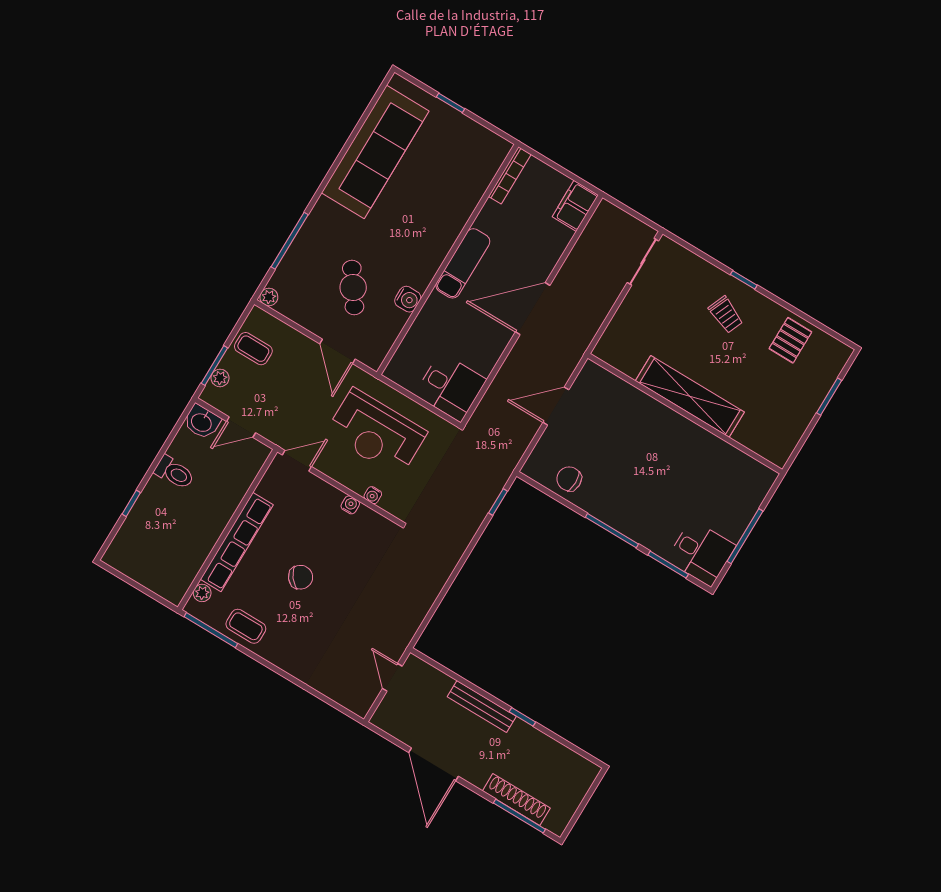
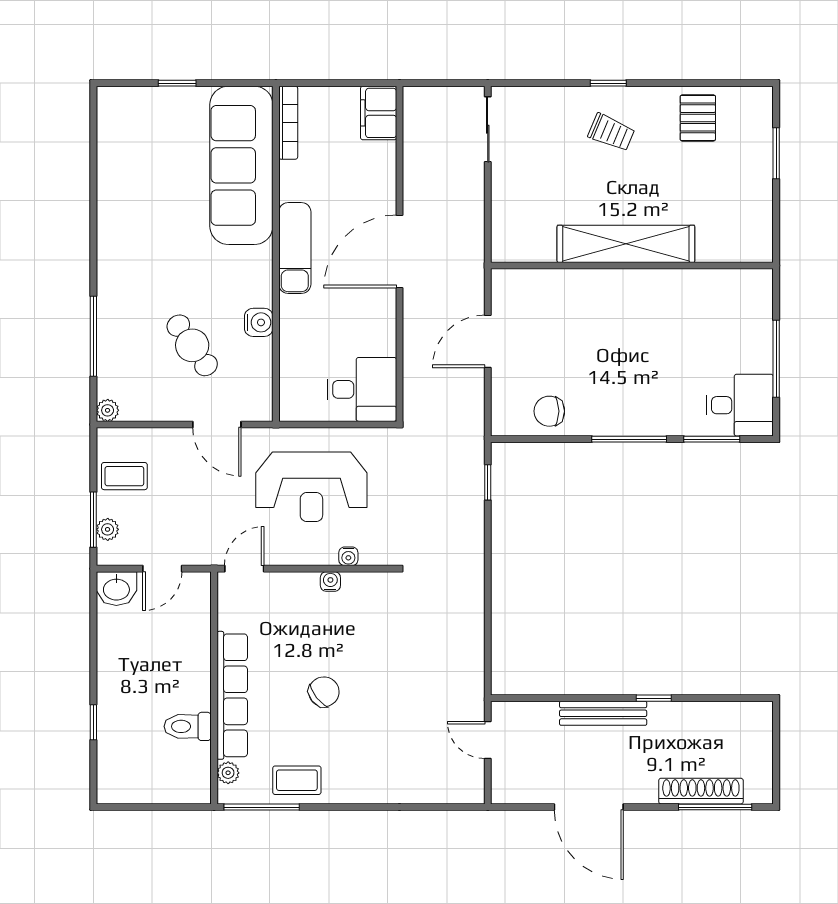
sofa: (375, 152) -> (241, 165), moved, turned 180
toilet: (174, 473) -> (188, 726), moved, turned 180

